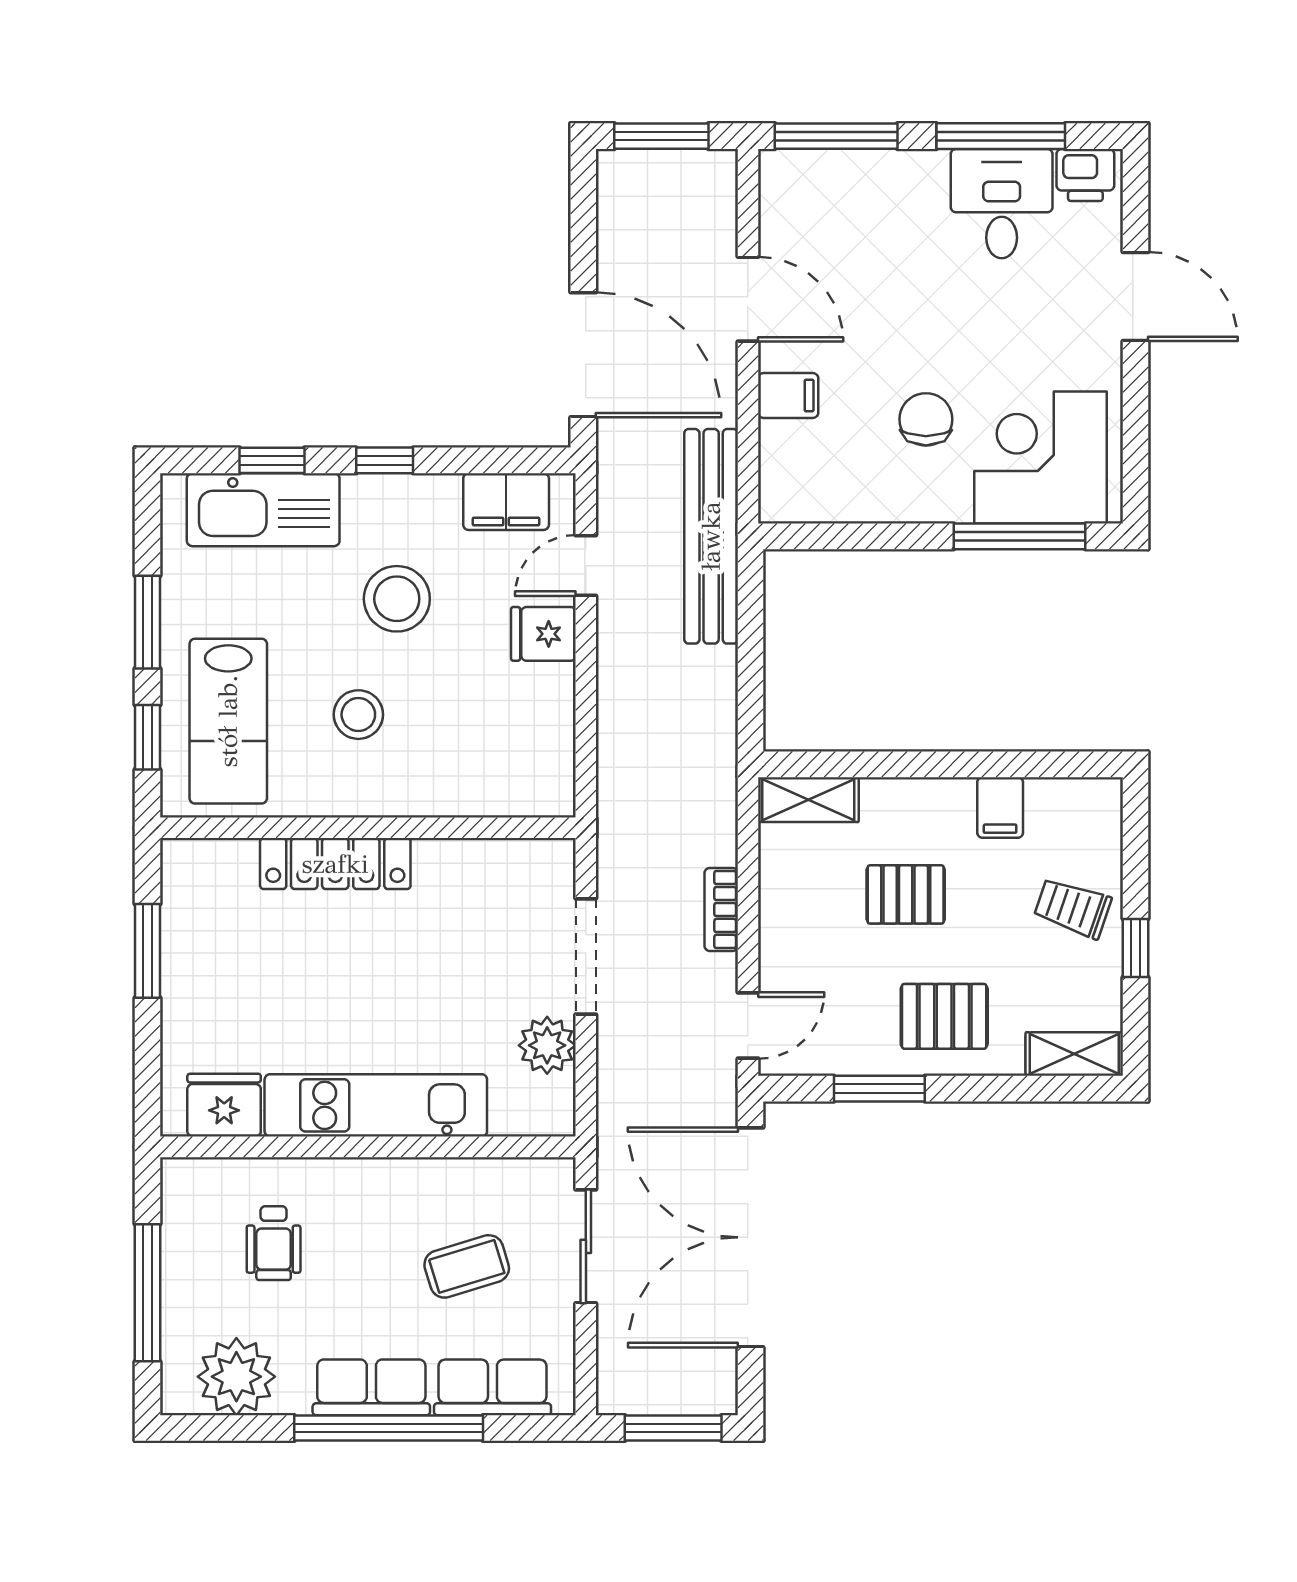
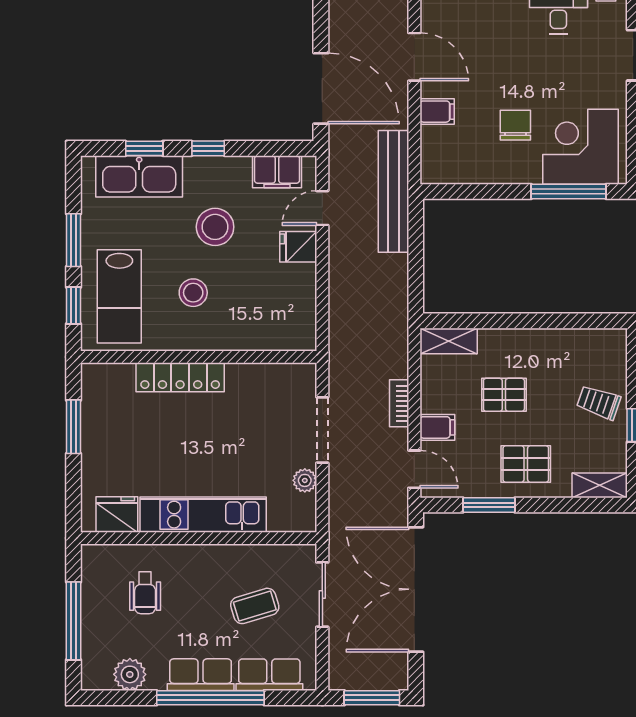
filing cabinet: (1000, 807) -> (437, 427), moved, turned -90
door: (748, 1026) -> (414, 469), hinge flipped
plant: (547, 1045) -> (305, 480), width x0.73, depth x0.73
plant: (236, 1377) -> (130, 674), width x0.73, depth x0.73

